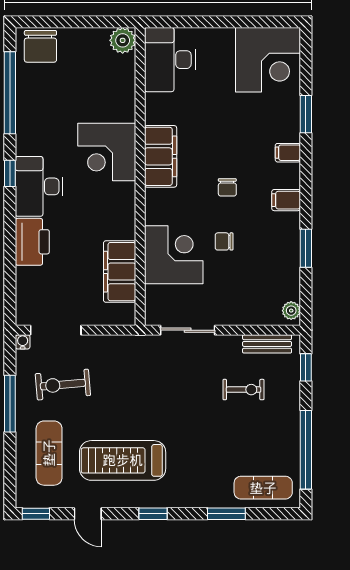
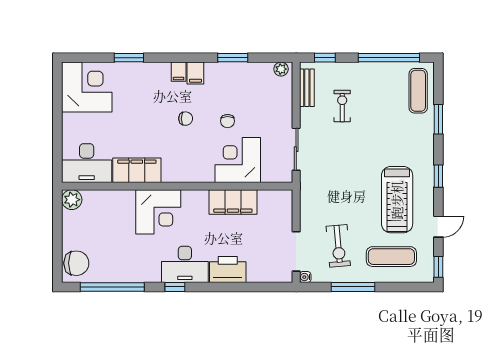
filing cabinet: (288, 153) -> (179, 72), moved
filing cabinet: (161, 156) -> (137, 170), moved
filing cabinet: (120, 272) -> (233, 202), moved

